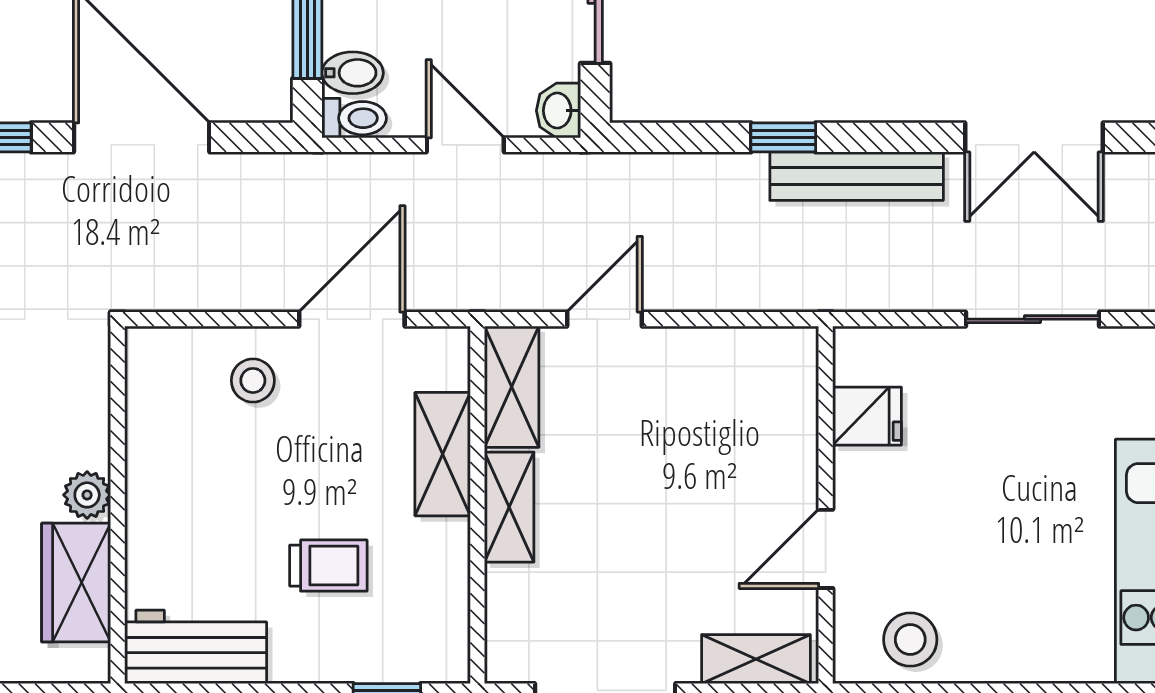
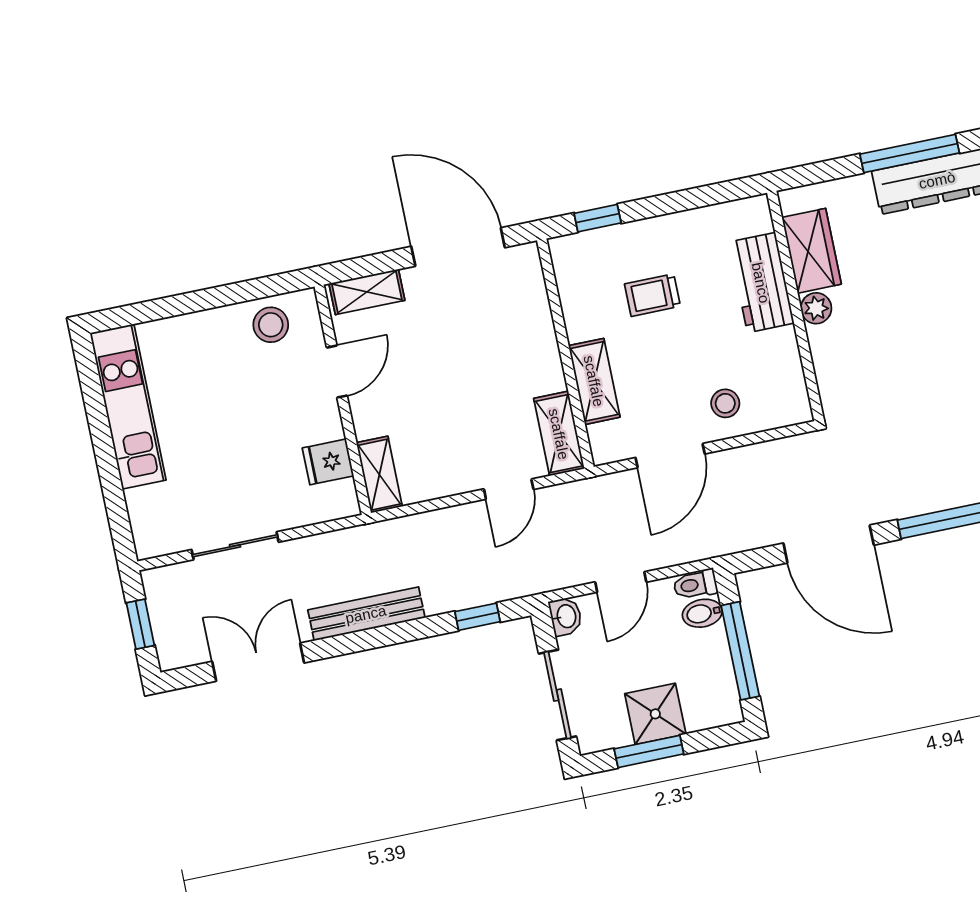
window: (783, 137) -> (478, 617), moved
door: (465, 145) -> (621, 582), hinge flipped
shelving: (509, 507) -> (379, 475), moved
workbench: (196, 647) -> (761, 283), moved, turned 90

